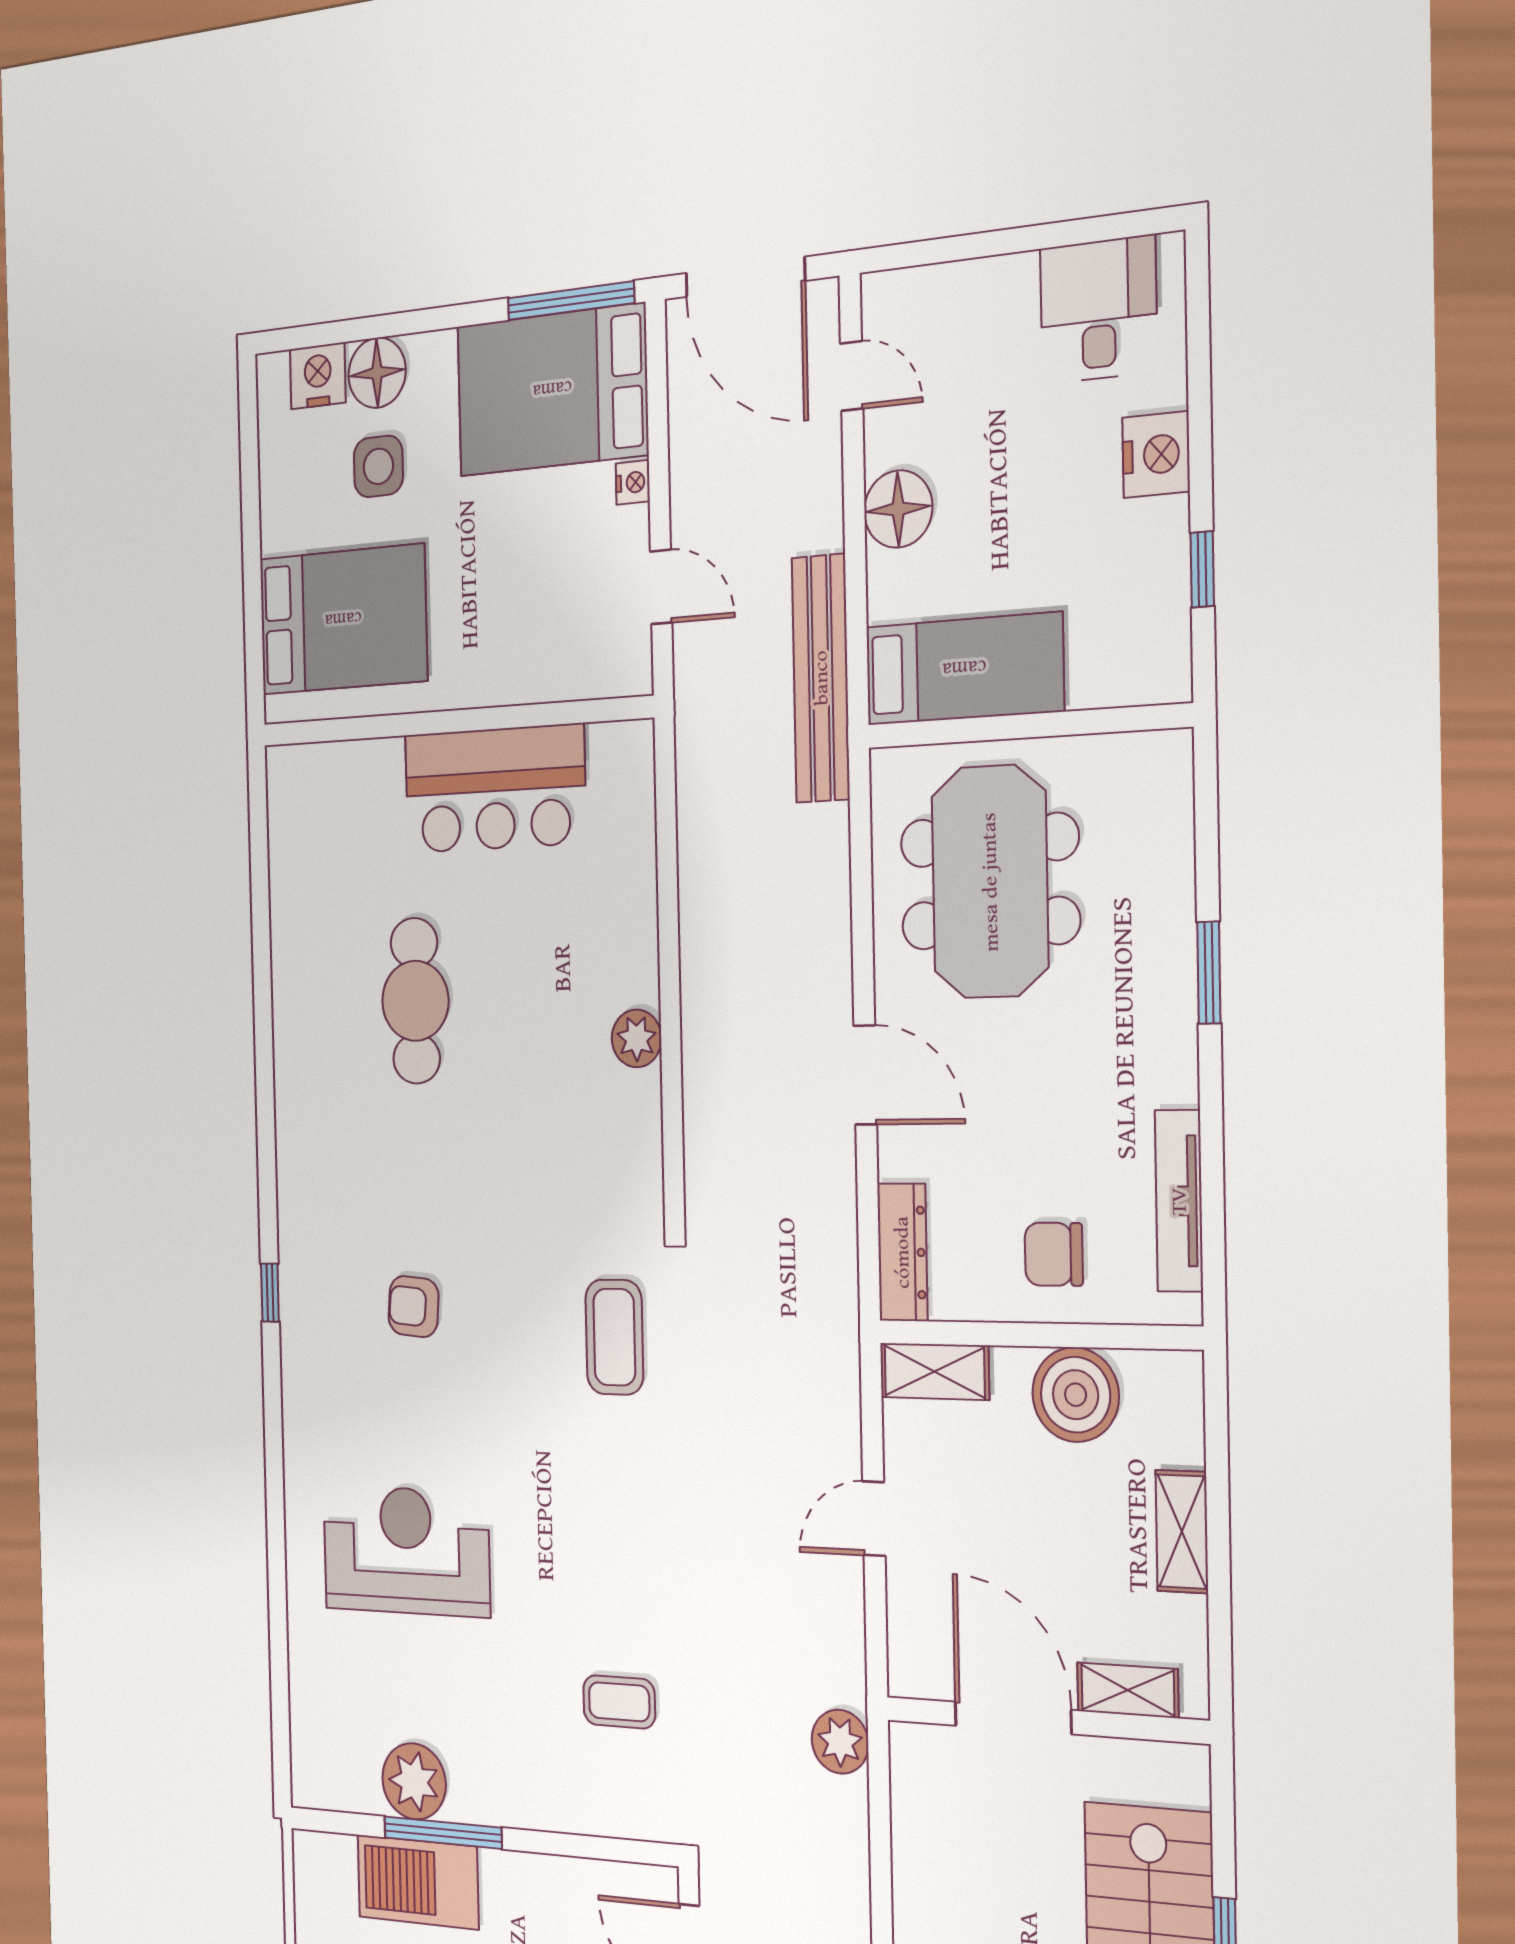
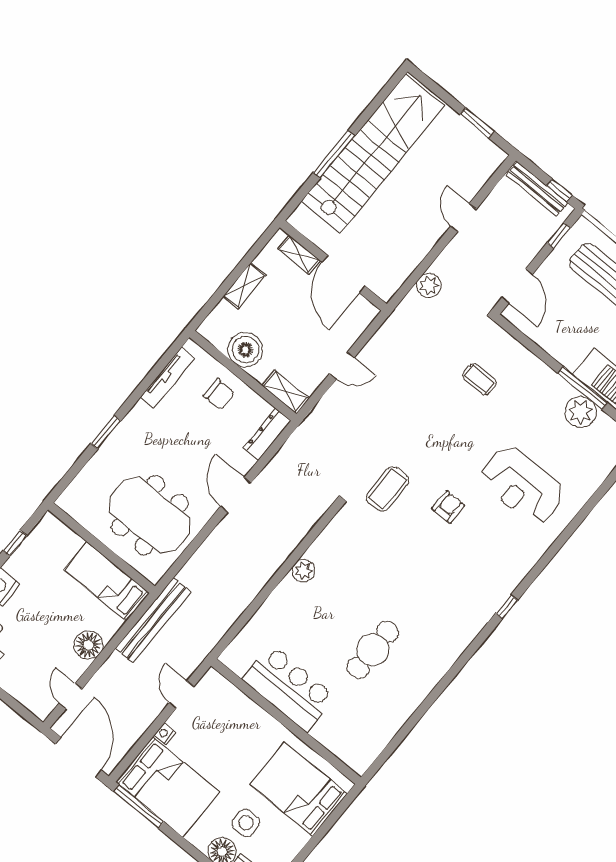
meeting table: (990, 882) -> (150, 515), turned 90
armchair: (414, 1307) -> (448, 507), moved, turned -95
plant: (840, 1742) -> (429, 286), moved

